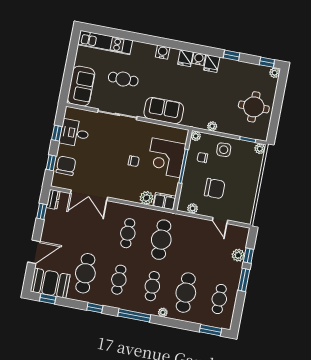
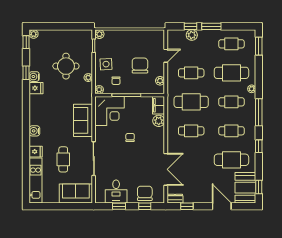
fridge: (185, 58) -> (36, 152), moved
water cooler: (199, 59) -> (34, 77), moved
round table: (254, 107) -> (66, 66), moved
corner desk: (166, 158) -> (110, 111), moved
chair: (66, 166) -> (145, 193), turned 90
cafe table: (195, 246) -> (191, 73), added

